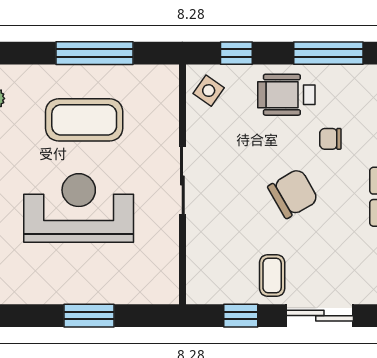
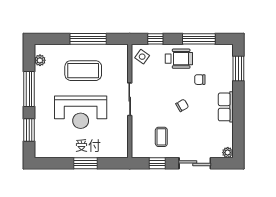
wheelchair: (286, 95) -> (179, 59), turned 180
chair: (293, 193) -> (182, 105), width x0.54, depth x0.54
reception desk: (79, 208) -> (81, 112), turned 180
coffee table: (272, 275) -> (161, 137), moved

